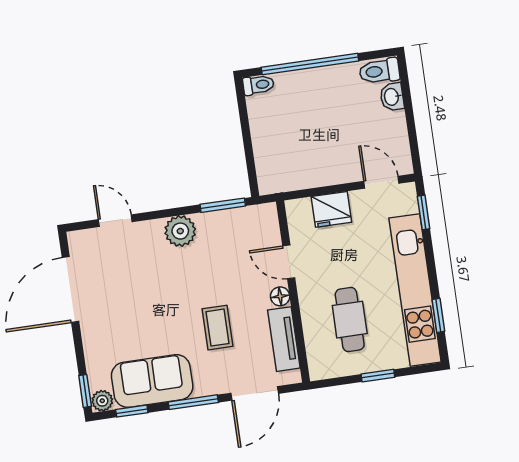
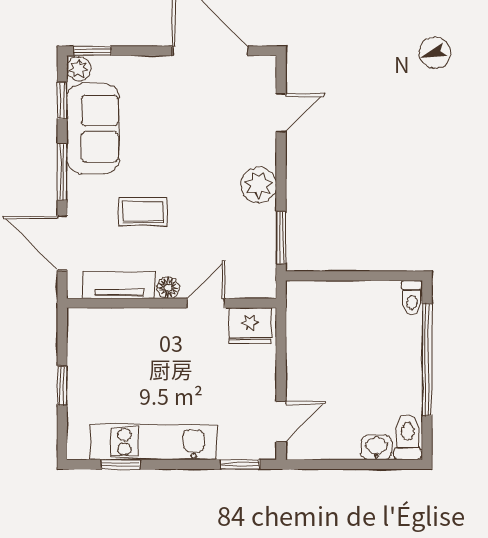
fridge: (331, 209) -> (250, 326), moved, turned -90
kitchen unit: (415, 290) -> (153, 442), width x0.73
cafe table: (350, 320) -> (130, 363), removed

